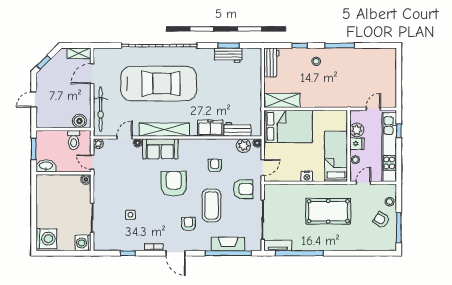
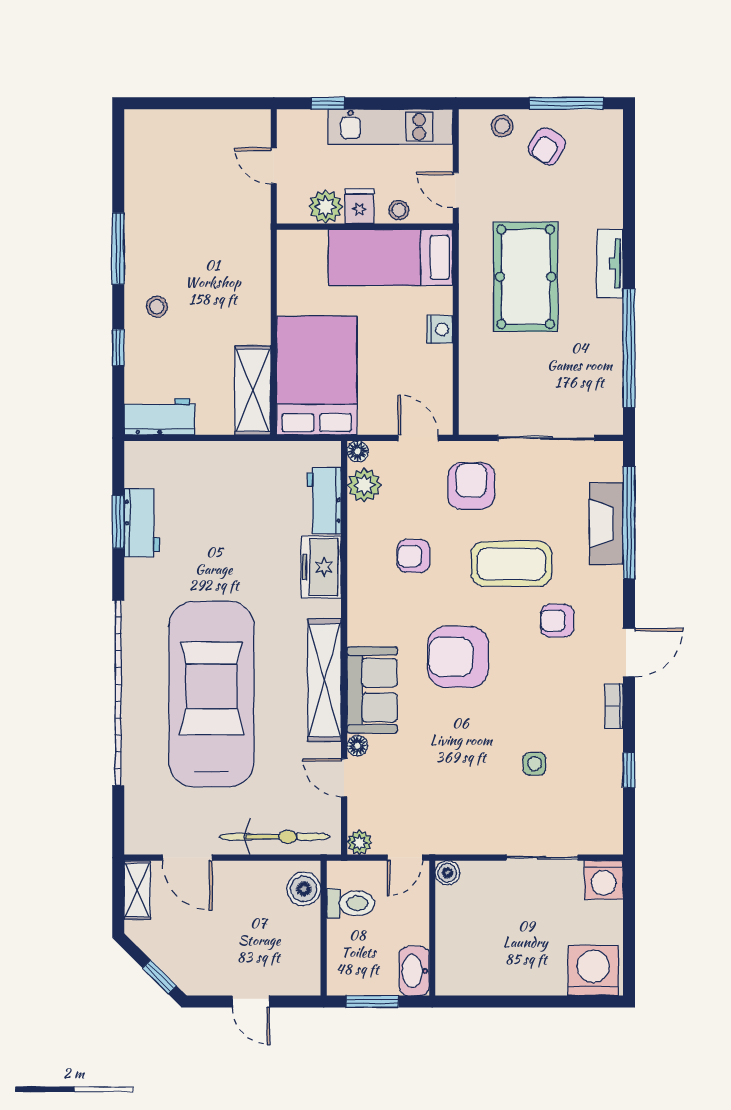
kitchen unit: (389, 147) -> (390, 127), width x0.73
tv unit: (278, 246) -> (610, 263), moved

